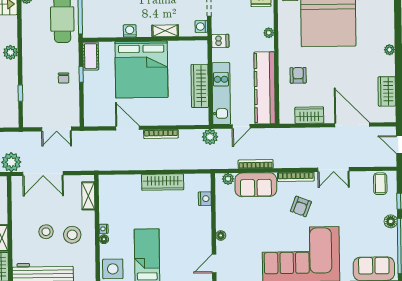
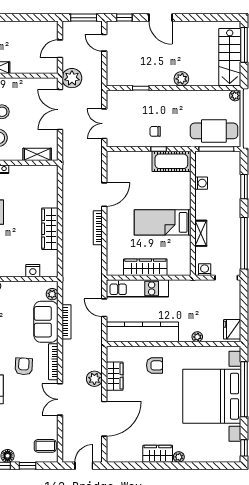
washing machine: (130, 31) -> (201, 183), moved
dishwasher: (220, 41) -> (190, 288), removed
cot: (91, 56) -> (171, 161), width x1.37, depth x1.34
bed: (141, 69) -> (163, 222), width x0.49
wardrobe: (387, 91) -> (158, 454), moved
plant: (210, 137) -> (94, 379), moved
armchair: (301, 206) -> (24, 366), turned 72

